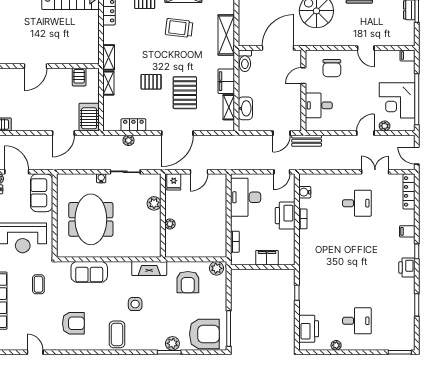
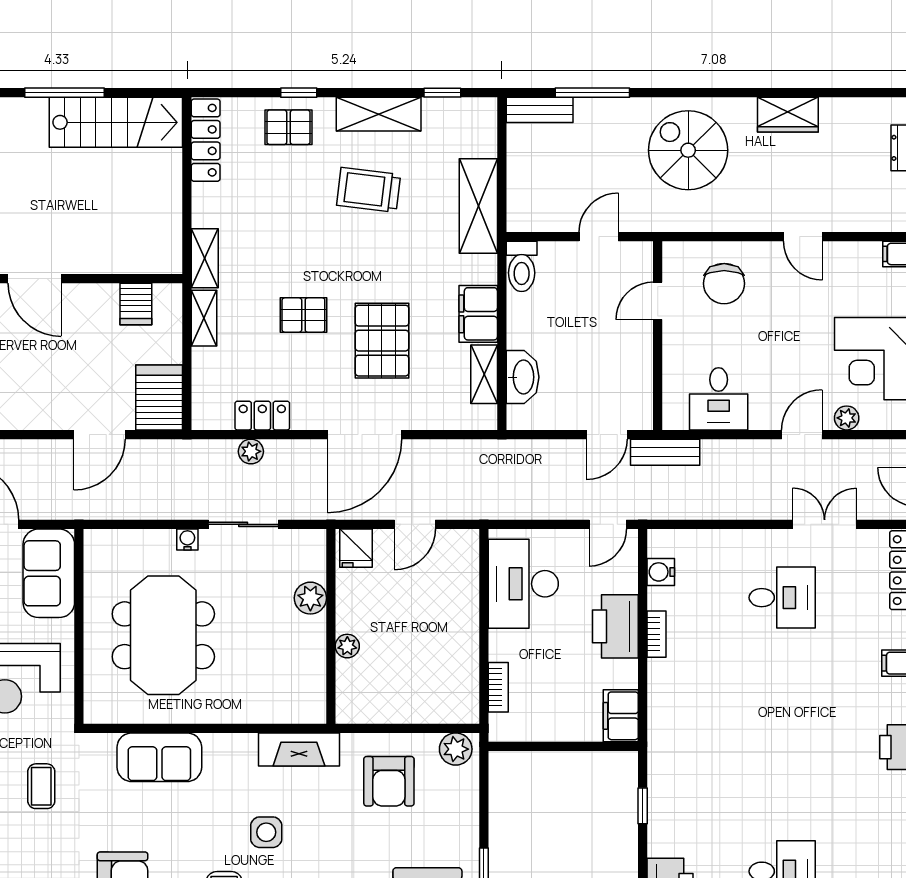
door: (278, 48) -> (599, 237), width x0.53
door: (36, 66) -> (35, 279), hinge flipped
desk: (319, 105) -> (719, 399), moved, turned -90
filing cabinet: (267, 258) -> (621, 716), moved, turned -90

